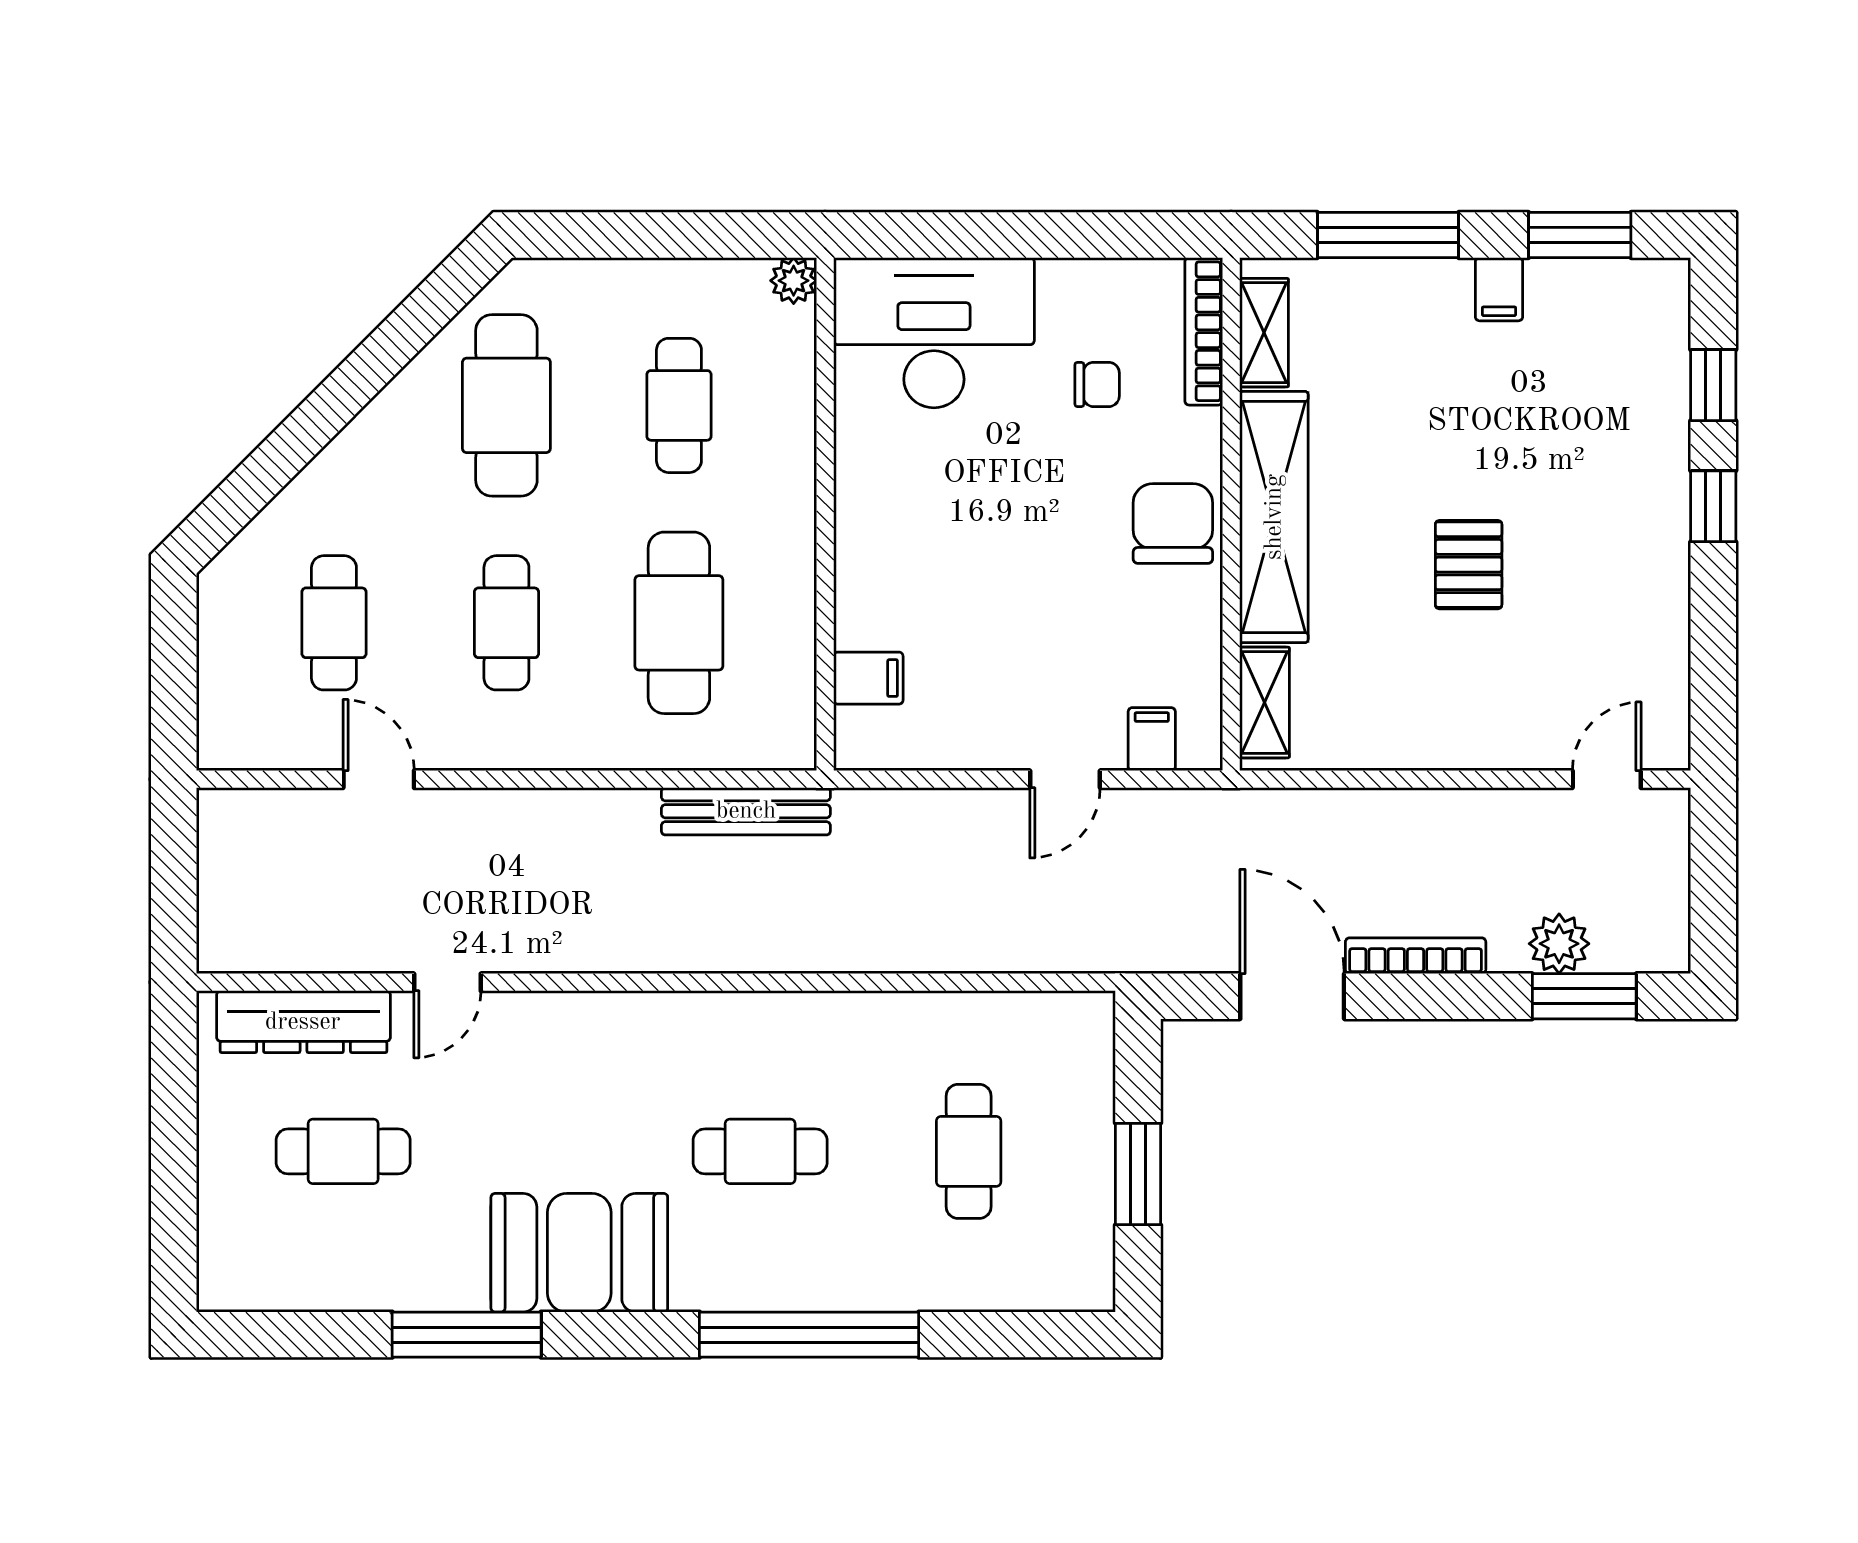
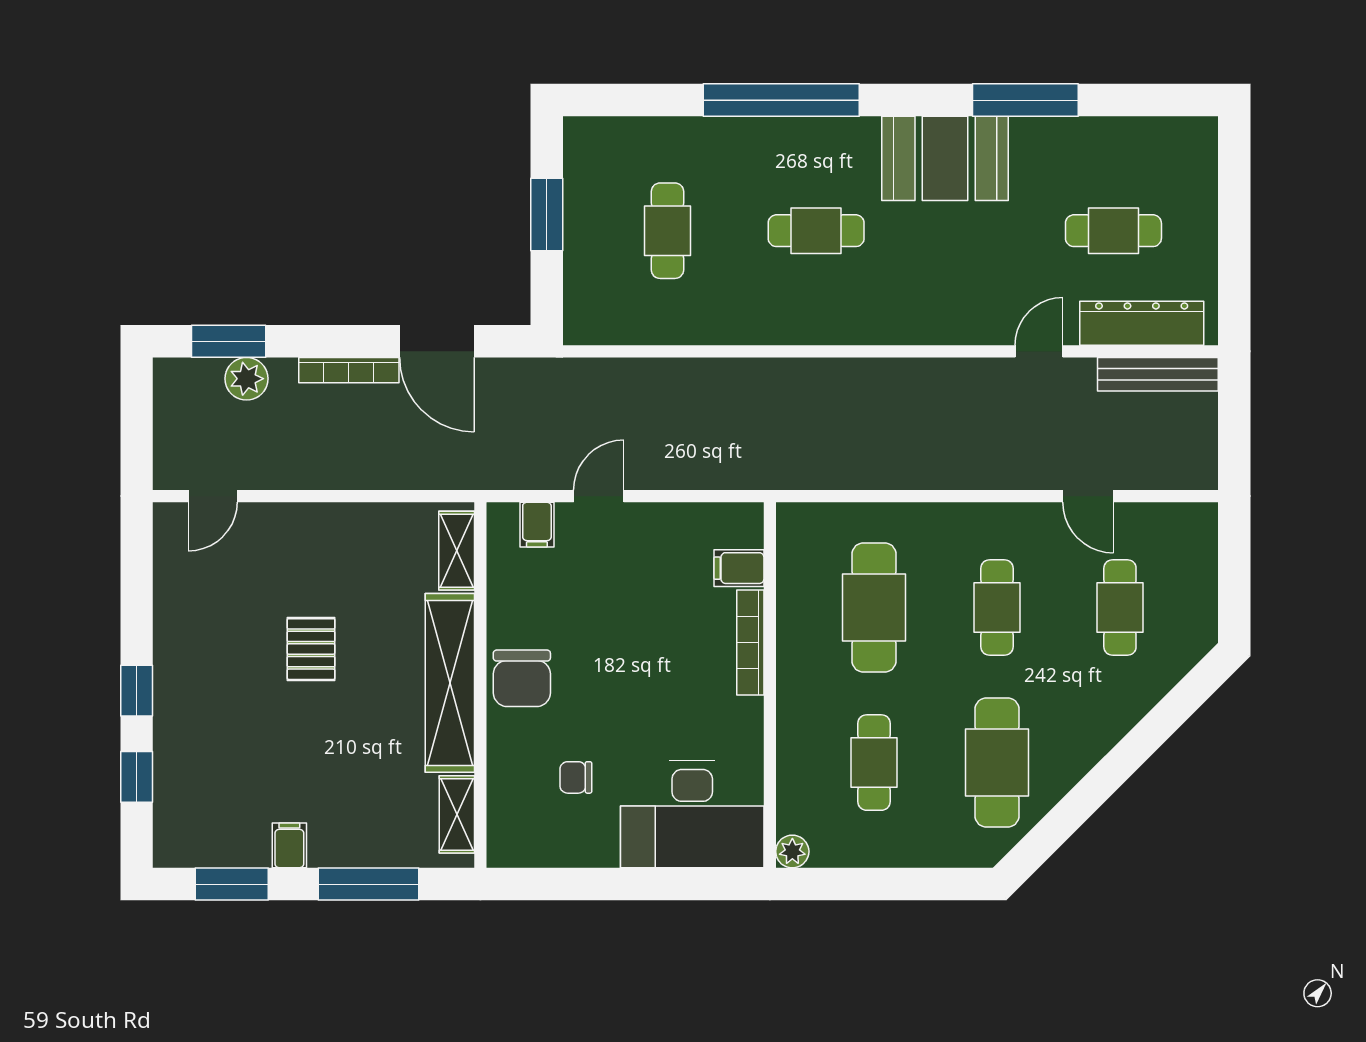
bookcase: (1204, 331) -> (750, 642), moved, turned 180
bench: (746, 811) -> (1158, 374), moved

